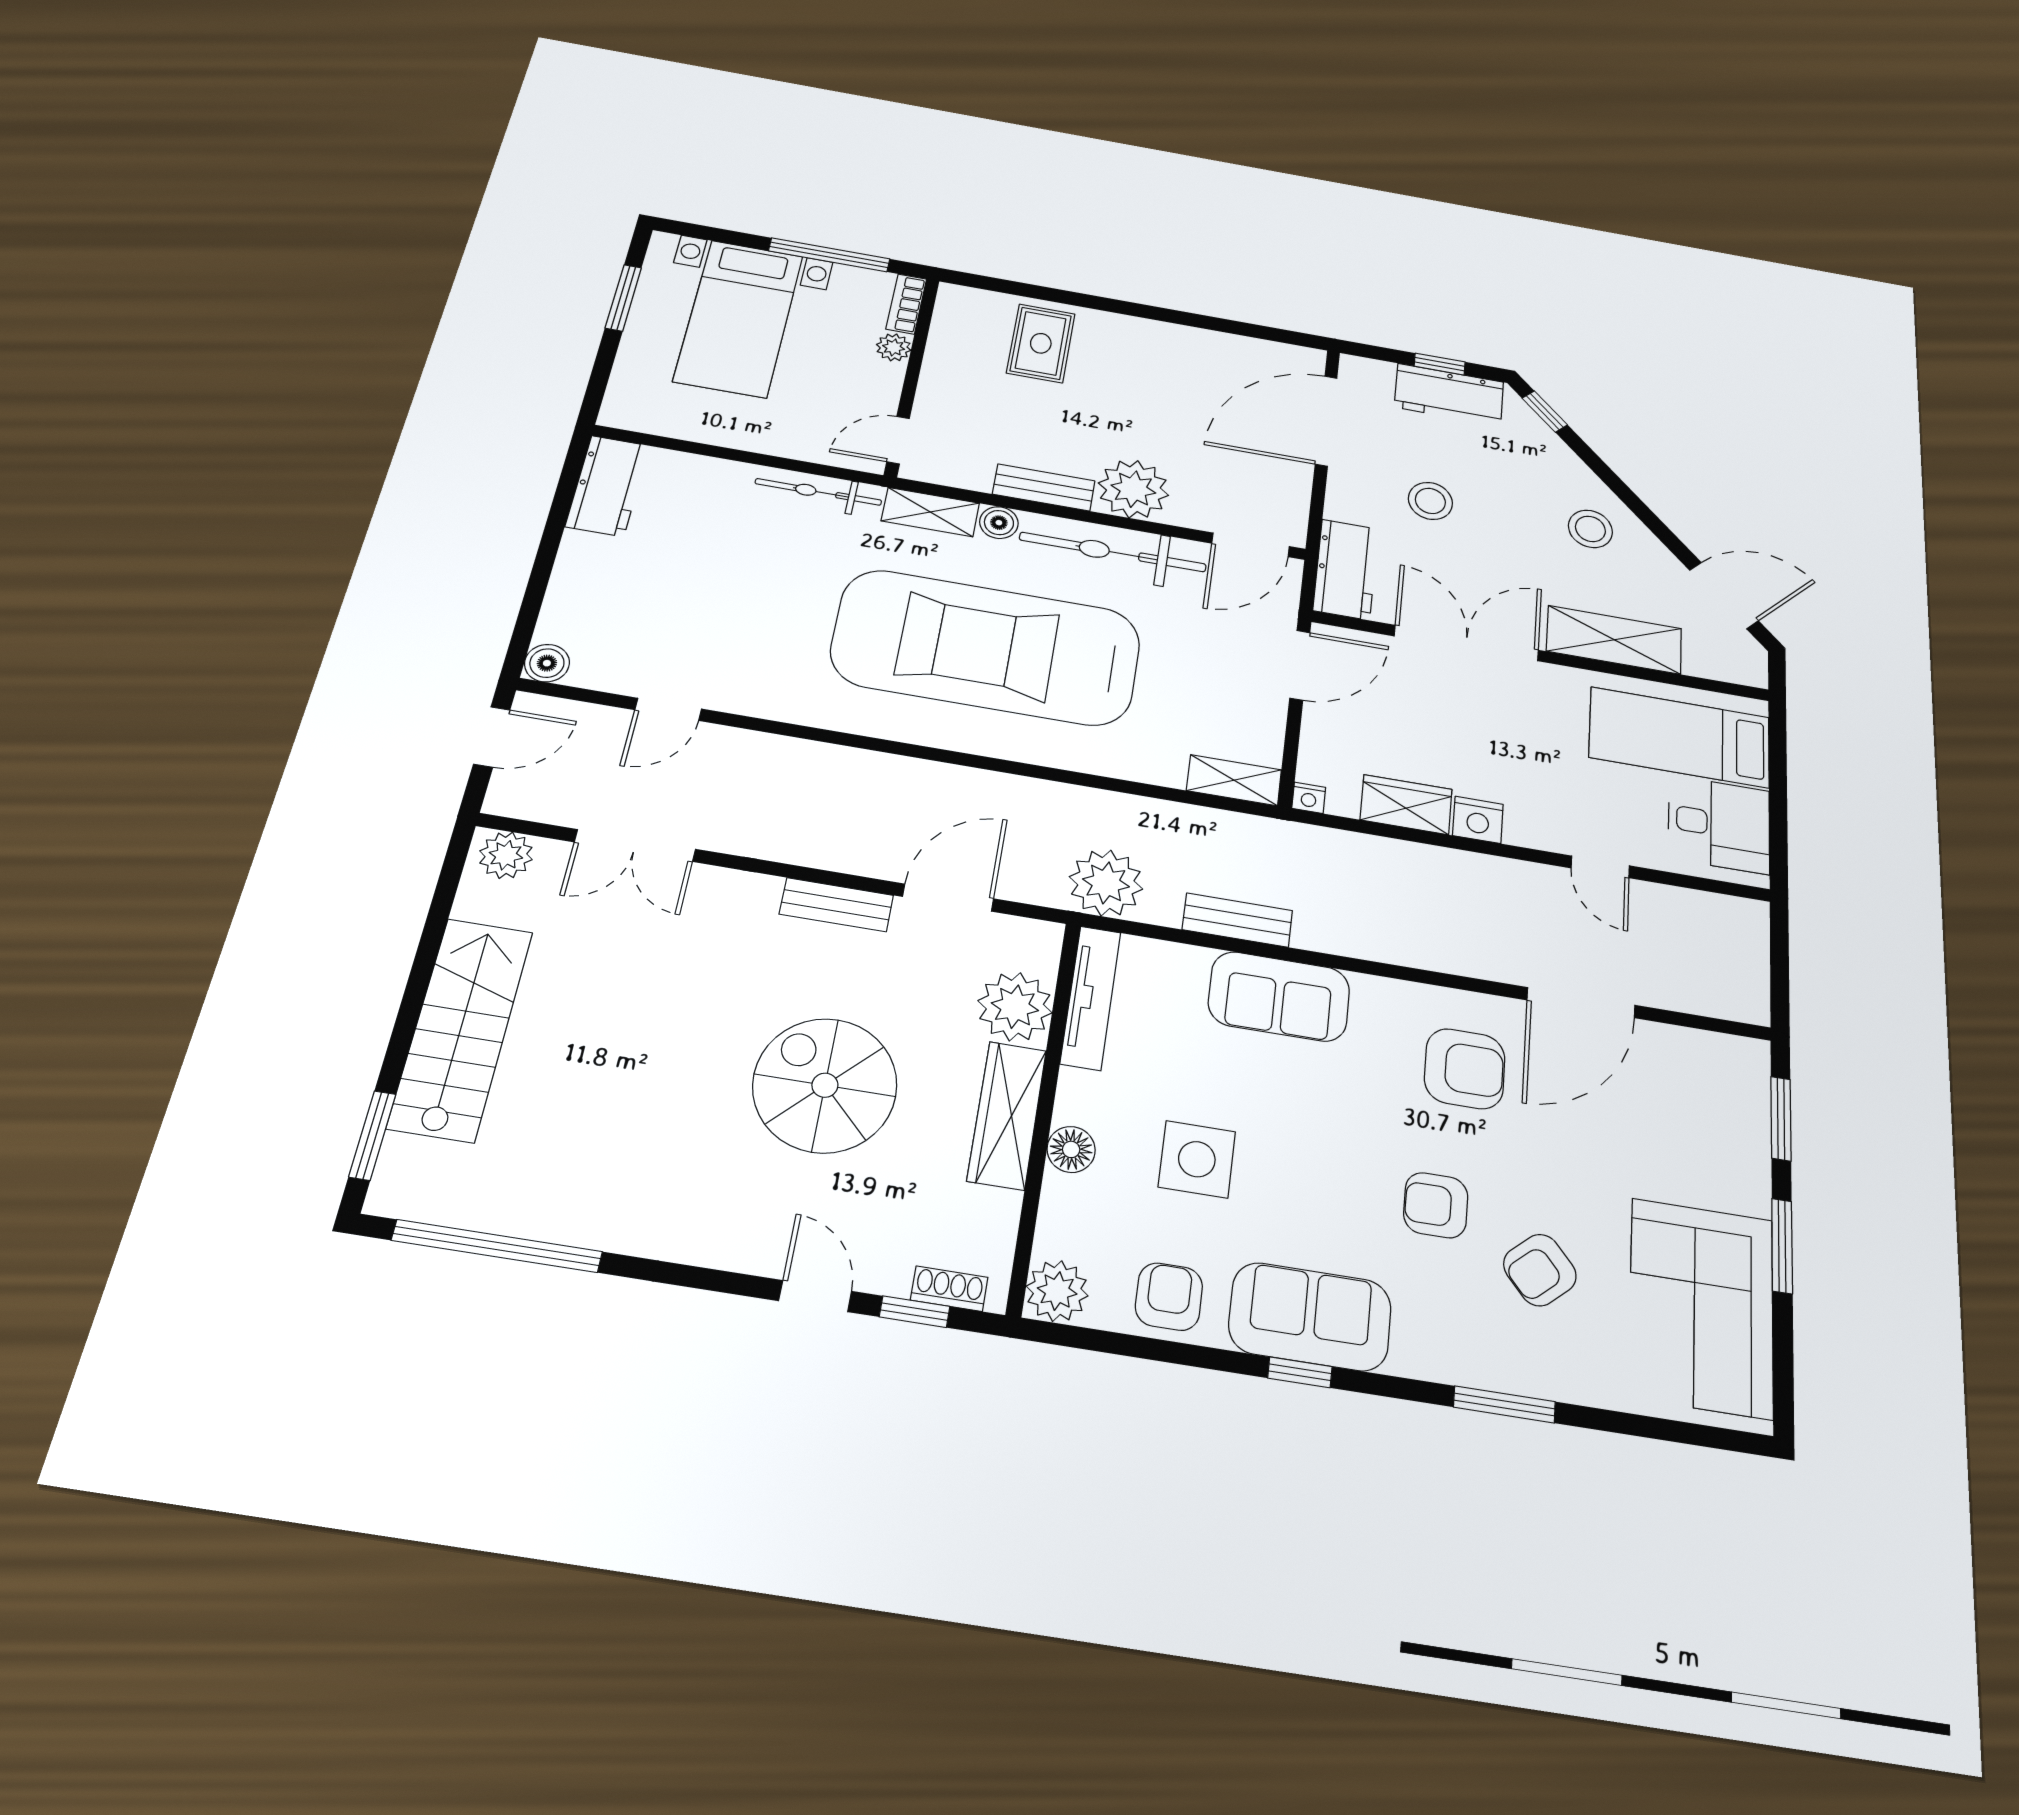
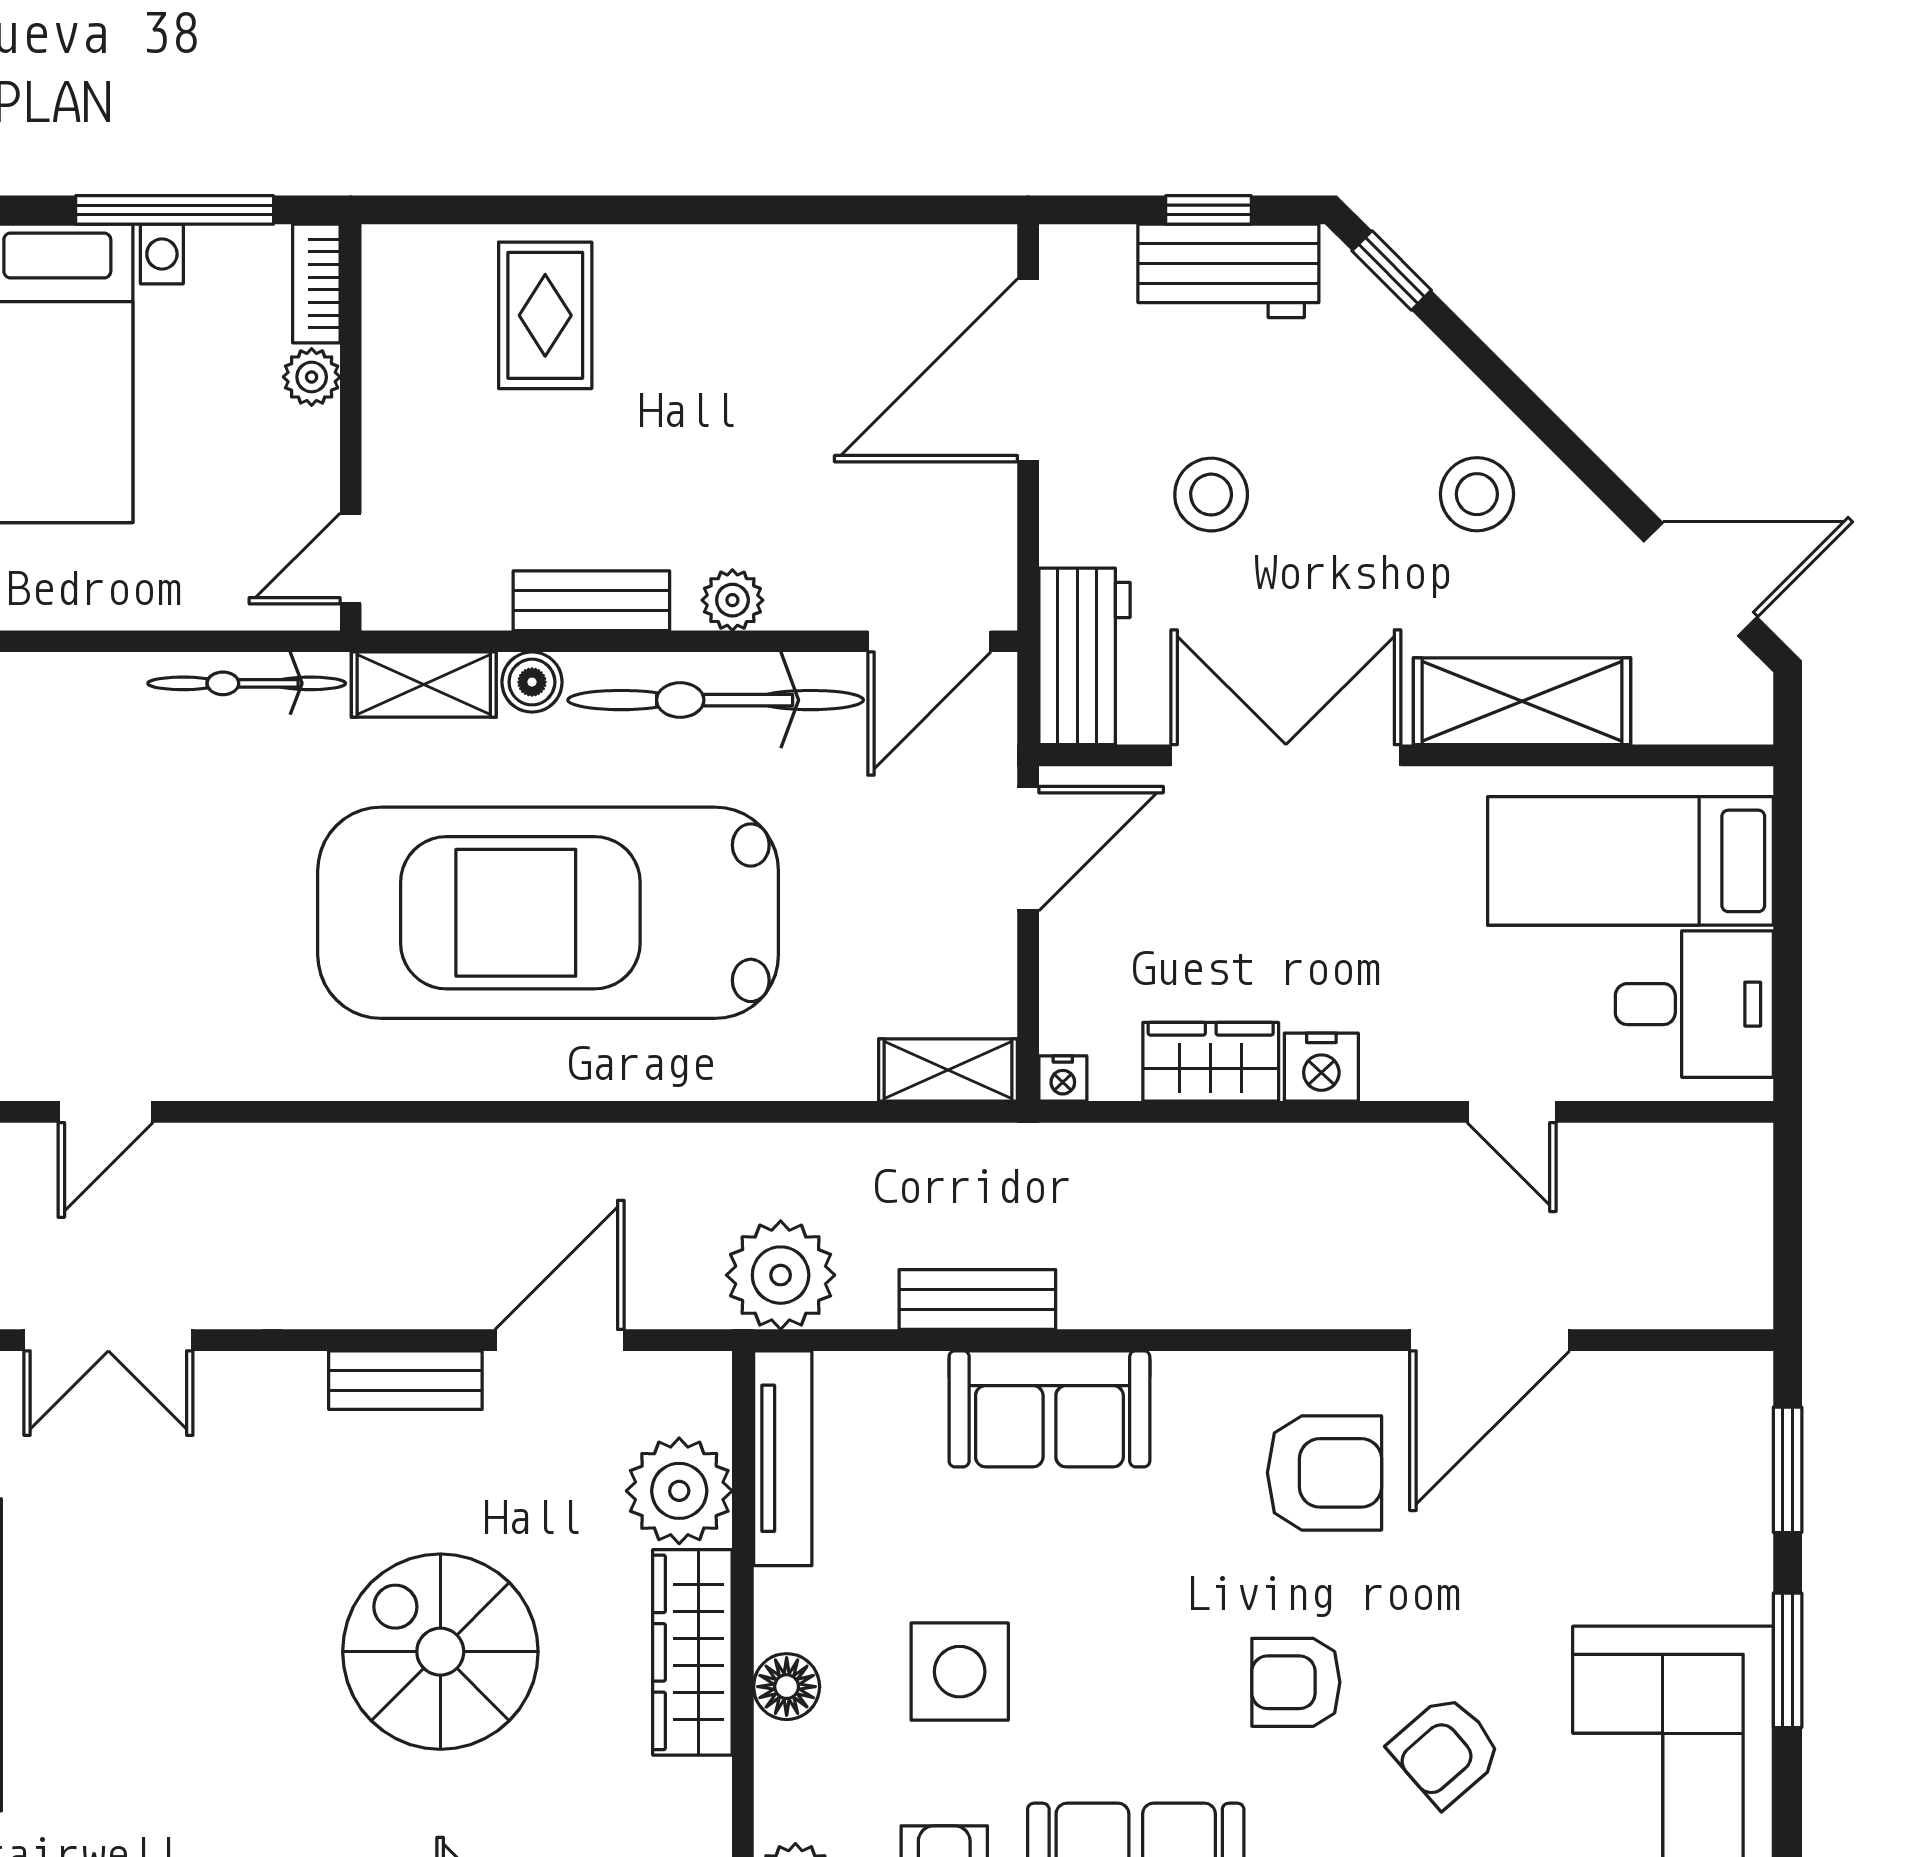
plant: (1133, 489) -> (732, 600), width x0.53, depth x0.53

